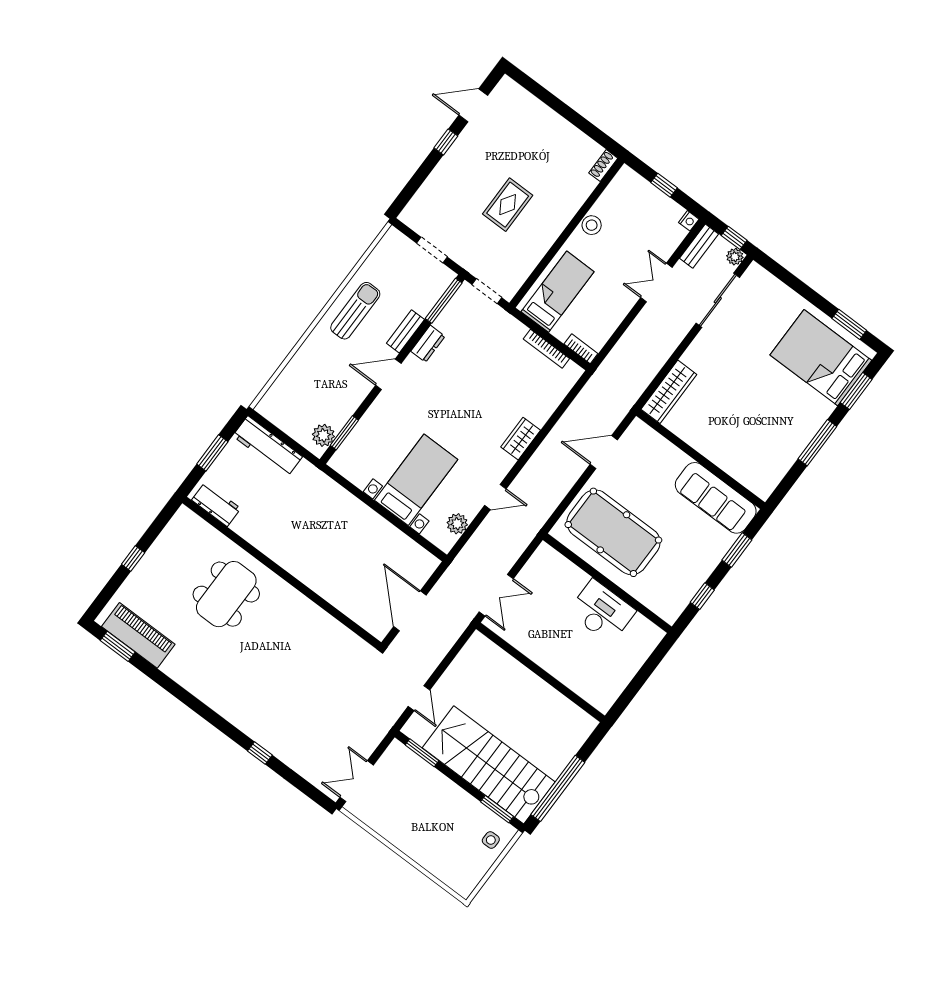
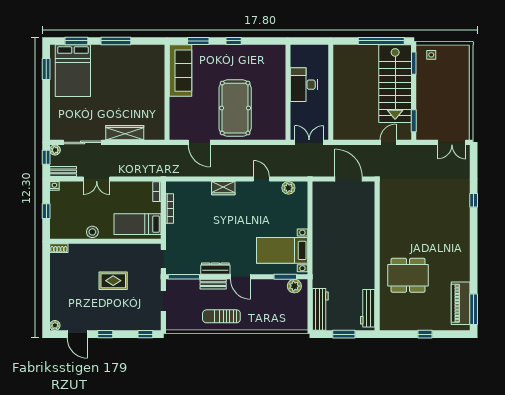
plant: (507, 85) -> (55, 325), added
window: (406, 194) -> (145, 334), added
dresser: (428, 344) -> (215, 269), width x1.44
wardrobe: (669, 392) -> (125, 133), moved
bed with nightstands: (416, 480) -> (282, 250), moved
workbench: (216, 504) -> (368, 308), width x1.37
wall: (607, 583) -> (288, 92), moved
door: (410, 611) -> (349, 179), swing flipped
desk: (602, 611) -> (304, 85), moved
window: (118, 646) -> (474, 309), width x1.44

